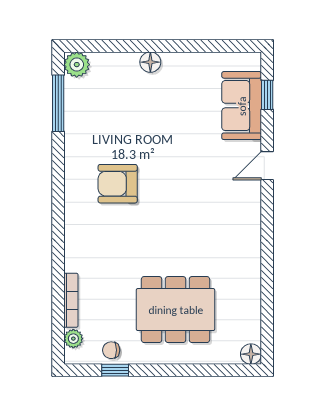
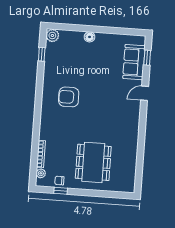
window: (58, 103) -> (42, 54), width x0.46
dining table: (176, 310) -> (93, 162), turned 90
floor lamp: (251, 354) -> (130, 188), removed

